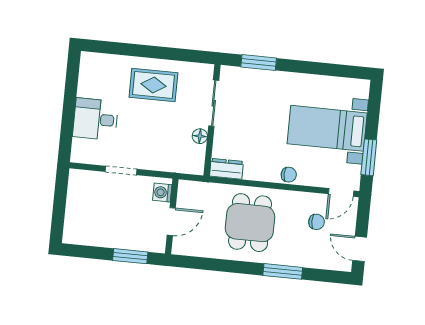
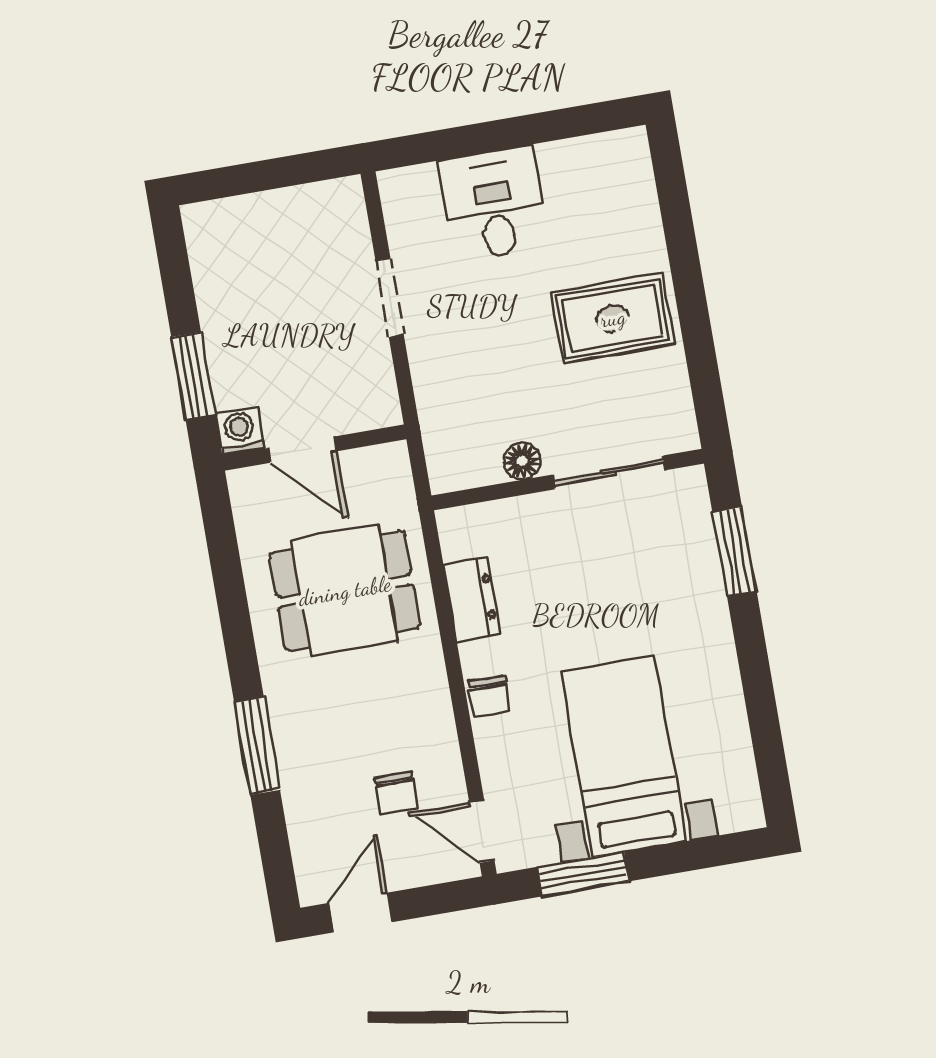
rug: (153, 85) -> (613, 318), turned 90
dresser: (226, 169) -> (472, 599), moved
washing machine: (162, 193) -> (240, 431), moved
dining table: (250, 223) -> (345, 591), moved

